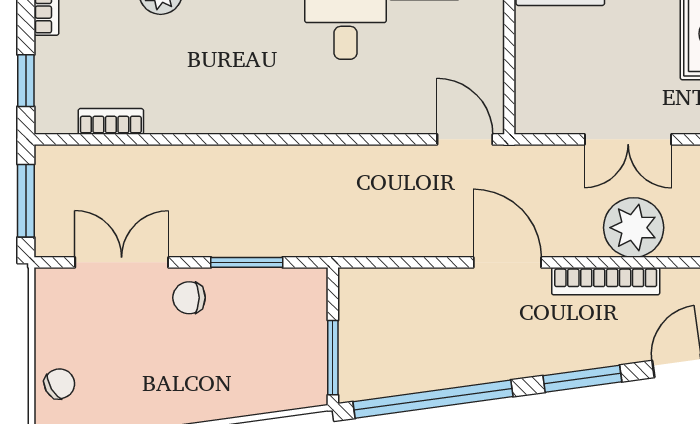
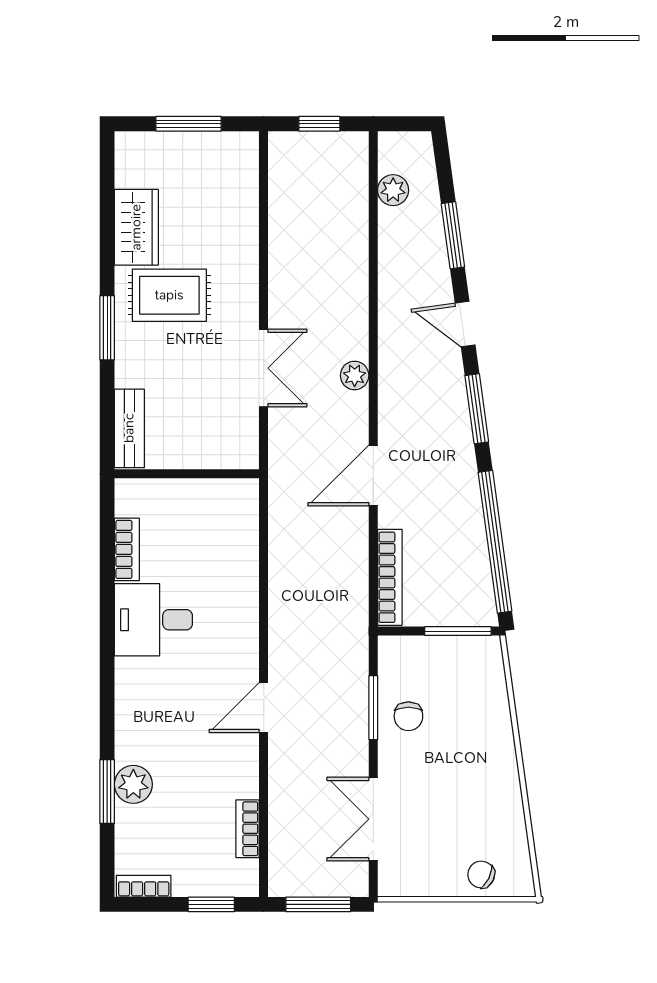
door: (465, 139) -> (264, 708), moved
plant: (634, 228) -> (355, 375), width x0.53, depth x0.53
bookcase: (606, 281) -> (390, 577), moved
chair: (189, 298) -> (408, 716), moved
chair: (59, 384) -> (481, 875), turned -34

